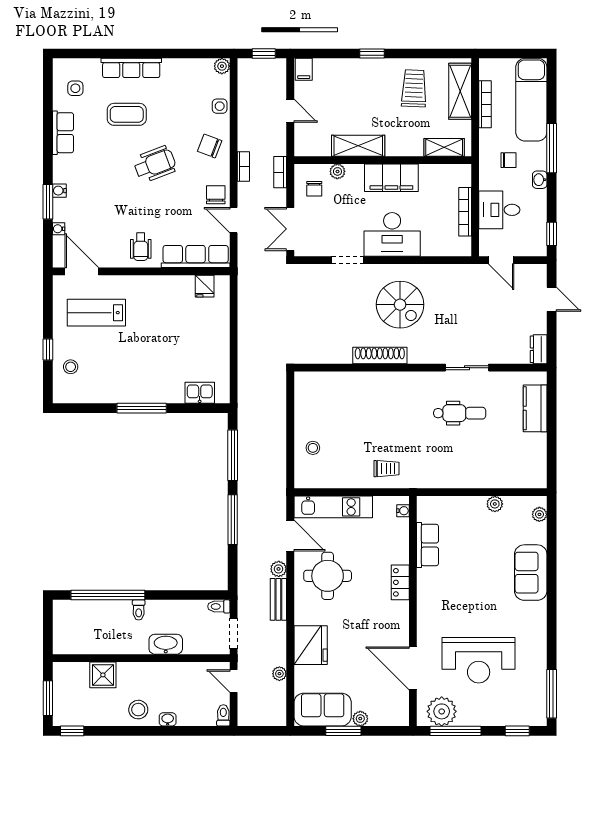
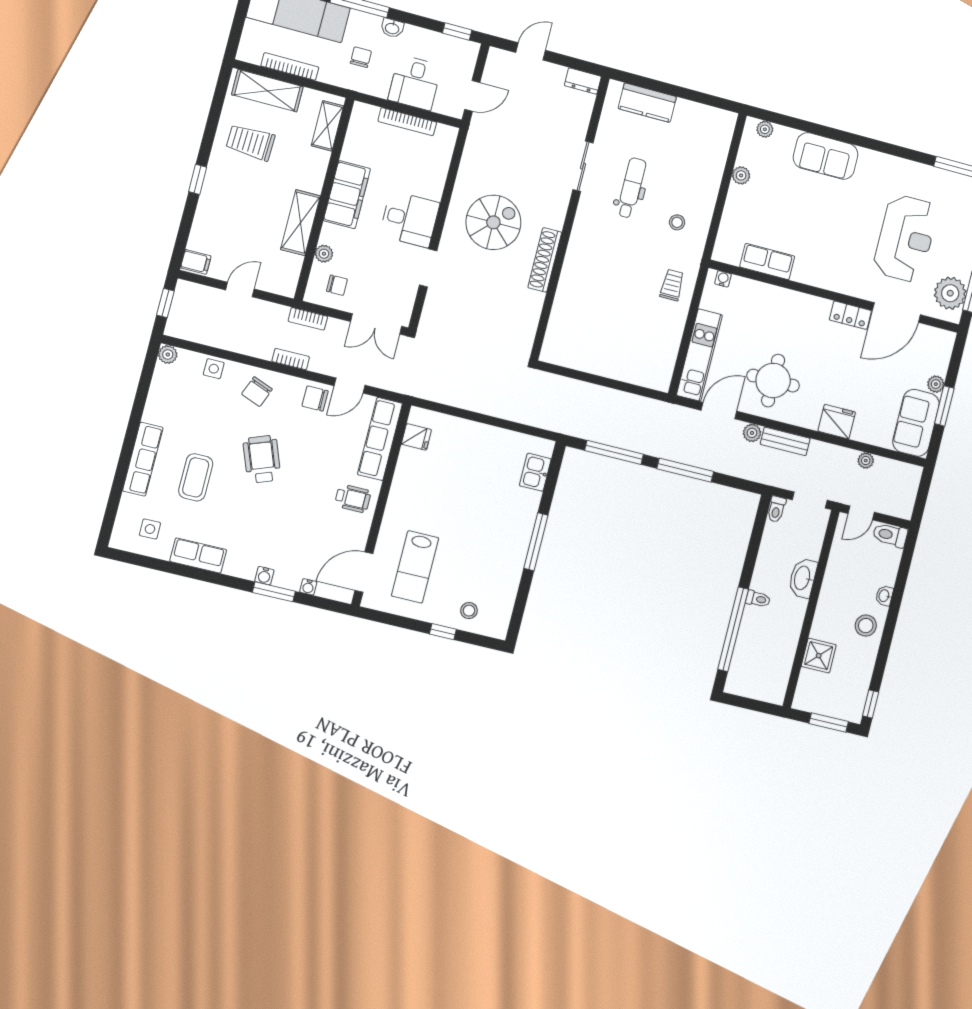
desk: (392, 234) -> (409, 219), width x0.73
stool: (313, 448) -> (677, 222), moved
locker: (400, 582) -> (850, 315), moved
fridge: (311, 645) -> (837, 422), width x0.73, depth x0.75
toilet: (223, 715) -> (890, 535), width x1.37, depth x1.39

